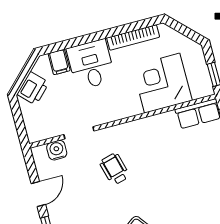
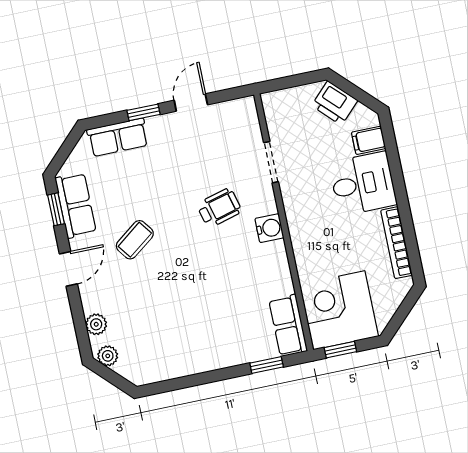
corner desk: (162, 83) -> (339, 310), moved, turned -90
water cooler: (57, 150) -> (269, 228), moved
door: (38, 194) -> (191, 102), swing flipped

